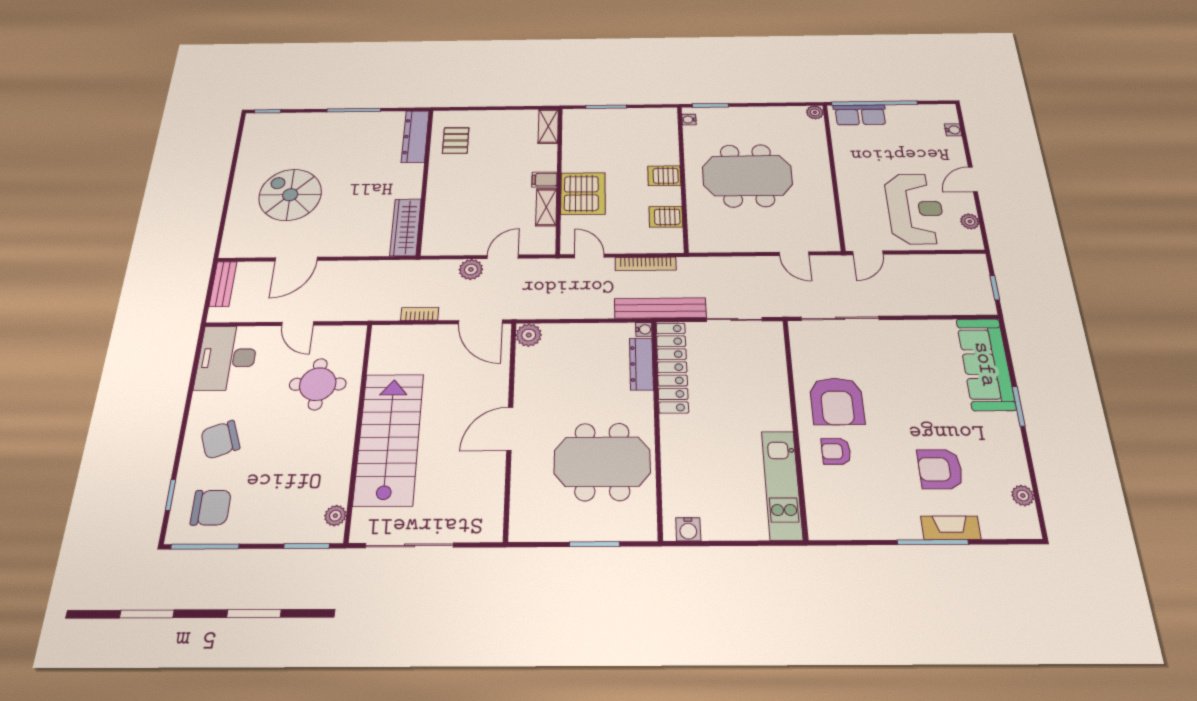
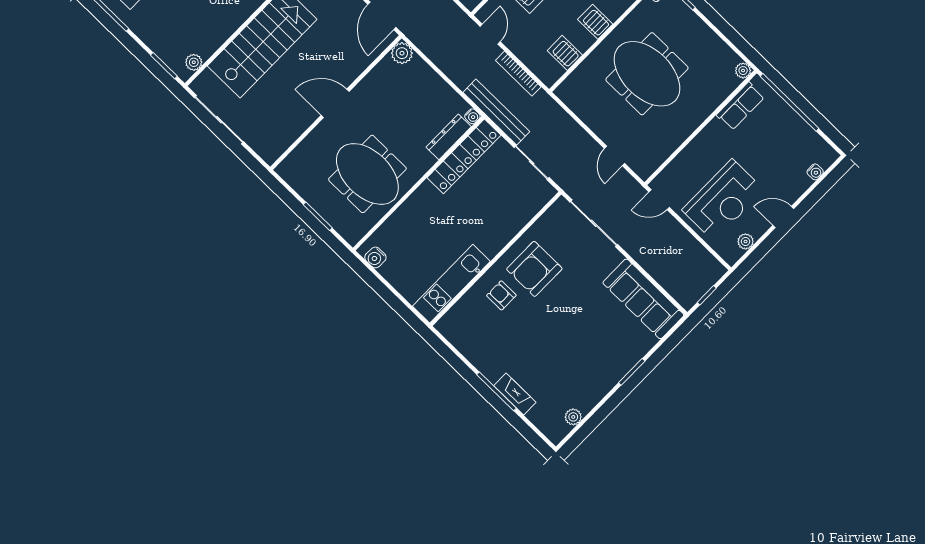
row of seats: (860, 115) -> (740, 106), moved, turned -90
sofa: (986, 364) -> (643, 299), moved, turned -90
armchair: (940, 469) -> (546, 361), removed

